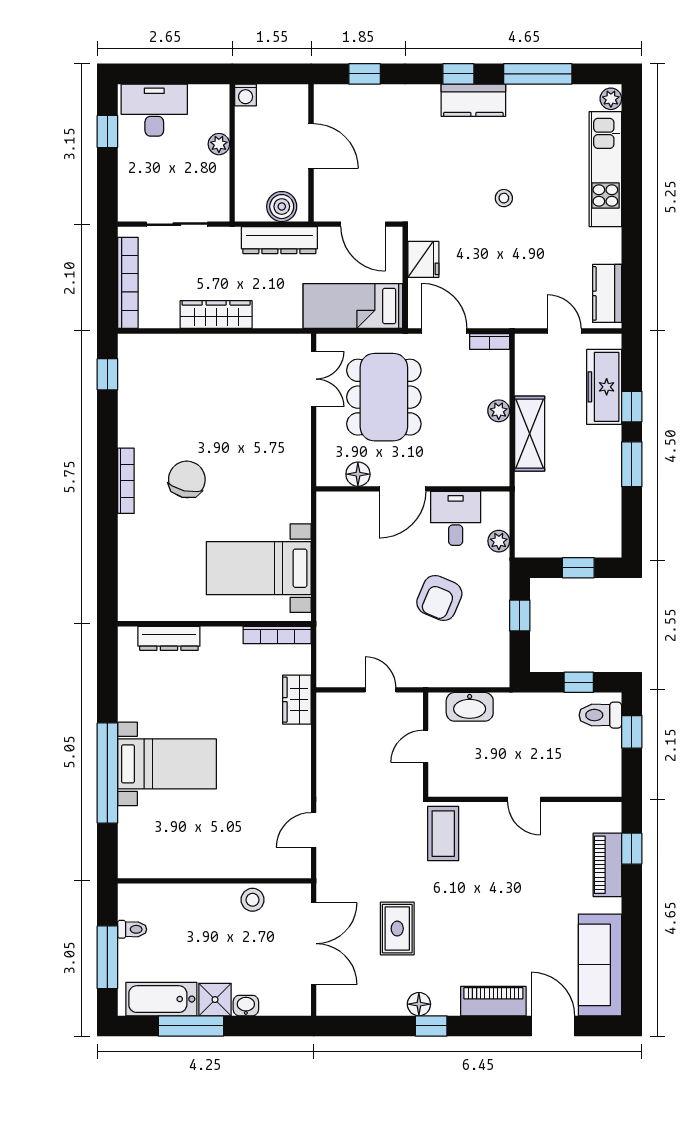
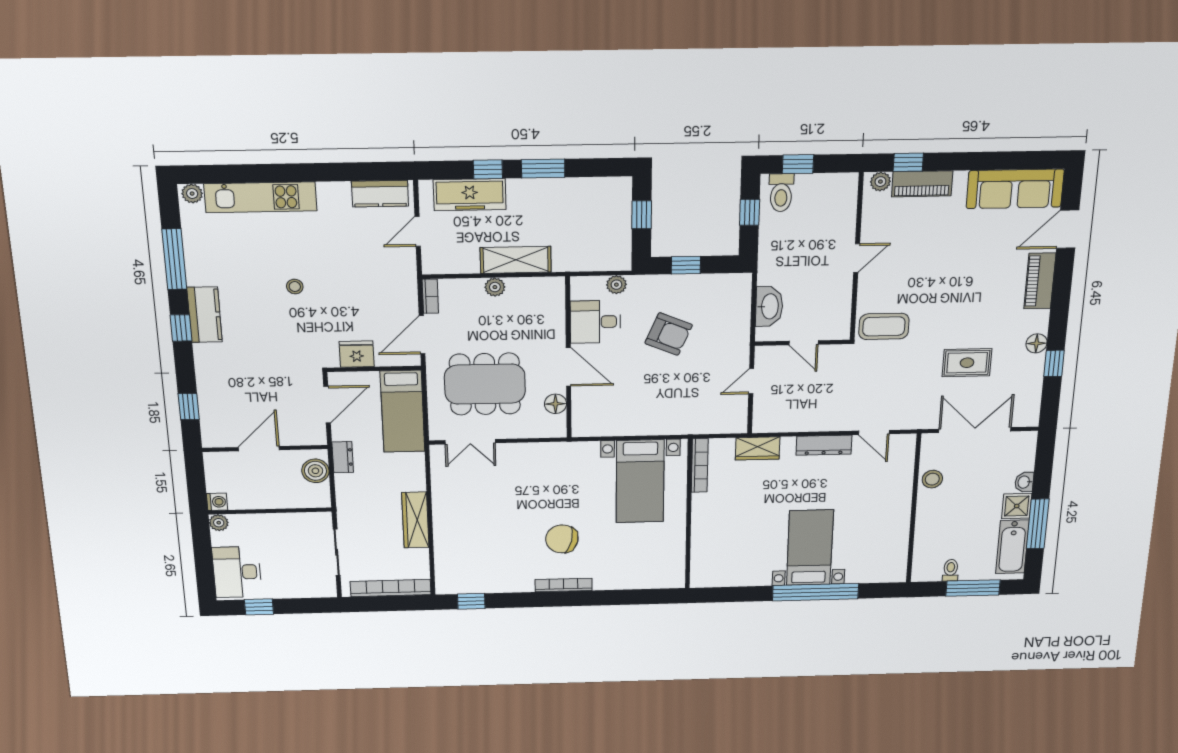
plant: (219, 144) -> (219, 523), moved
dresser: (279, 240) -> (343, 457), width x0.51, depth x0.80
double door: (314, 379) -> (470, 442), swing flipped
dresser: (169, 638) -> (824, 445), moved, turned 90
plant: (611, 820) -> (880, 182), added
window: (431, 1026) -> (1054, 363), moved

